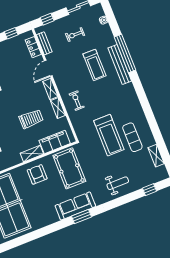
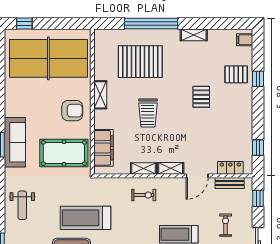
door: (48, 68) -> (197, 176), swing flipped
trolley: (31, 119) -> (148, 113), moved
shelving: (32, 154) -> (100, 95), moved

